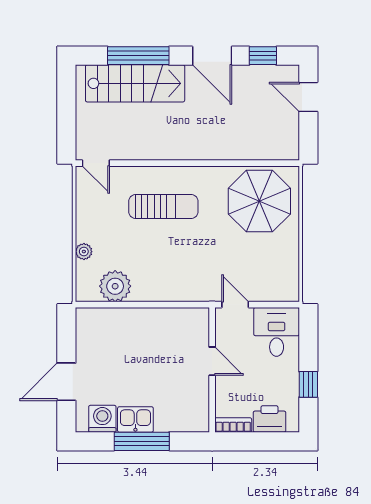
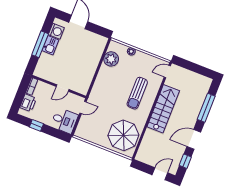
stairs: (135, 83) -> (163, 109), moved, turned 180

